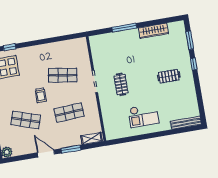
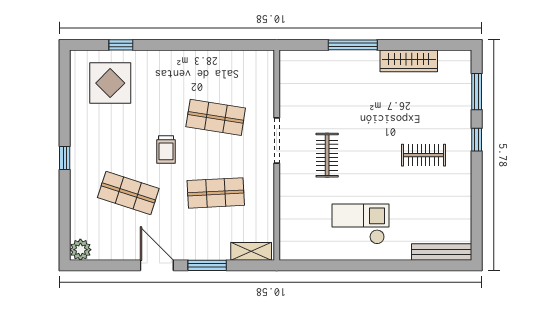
checkout: (143, 116) -> (360, 224), turned 180

